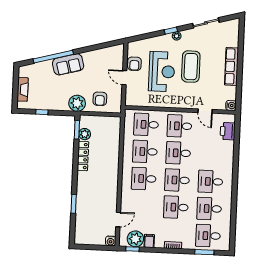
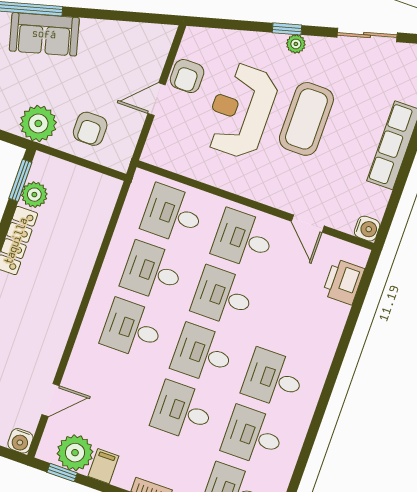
reception desk: (162, 72) -> (241, 111), turned 180
door: (124, 78) -> (156, 99), hinge flipped

